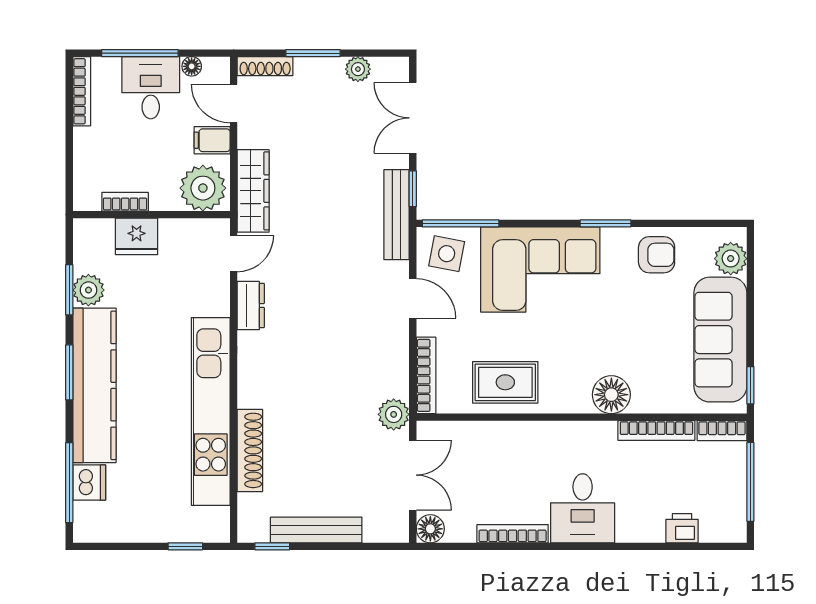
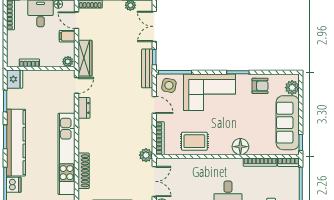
plant: (203, 188) -> (68, 62), width x0.53, depth x0.53
fridge: (137, 236) -> (15, 79), moved, turned -90
plant: (88, 290) -> (13, 101), removed

